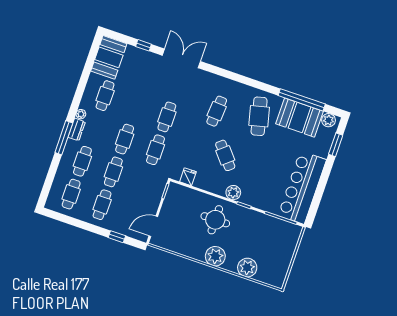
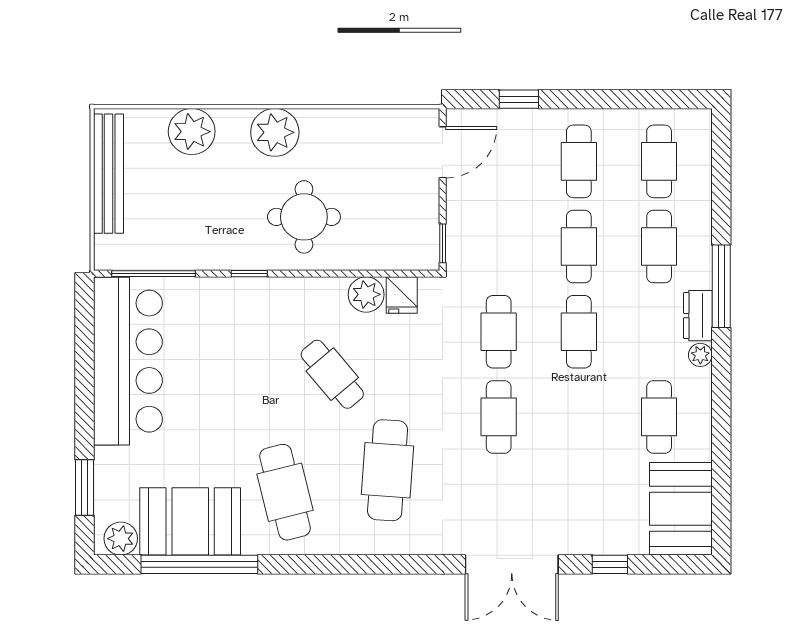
cafe table: (217, 111) -> (388, 470), width x1.37, depth x1.35
plant: (233, 193) -> (366, 294), moved
bench: (285, 262) -> (109, 174), added

